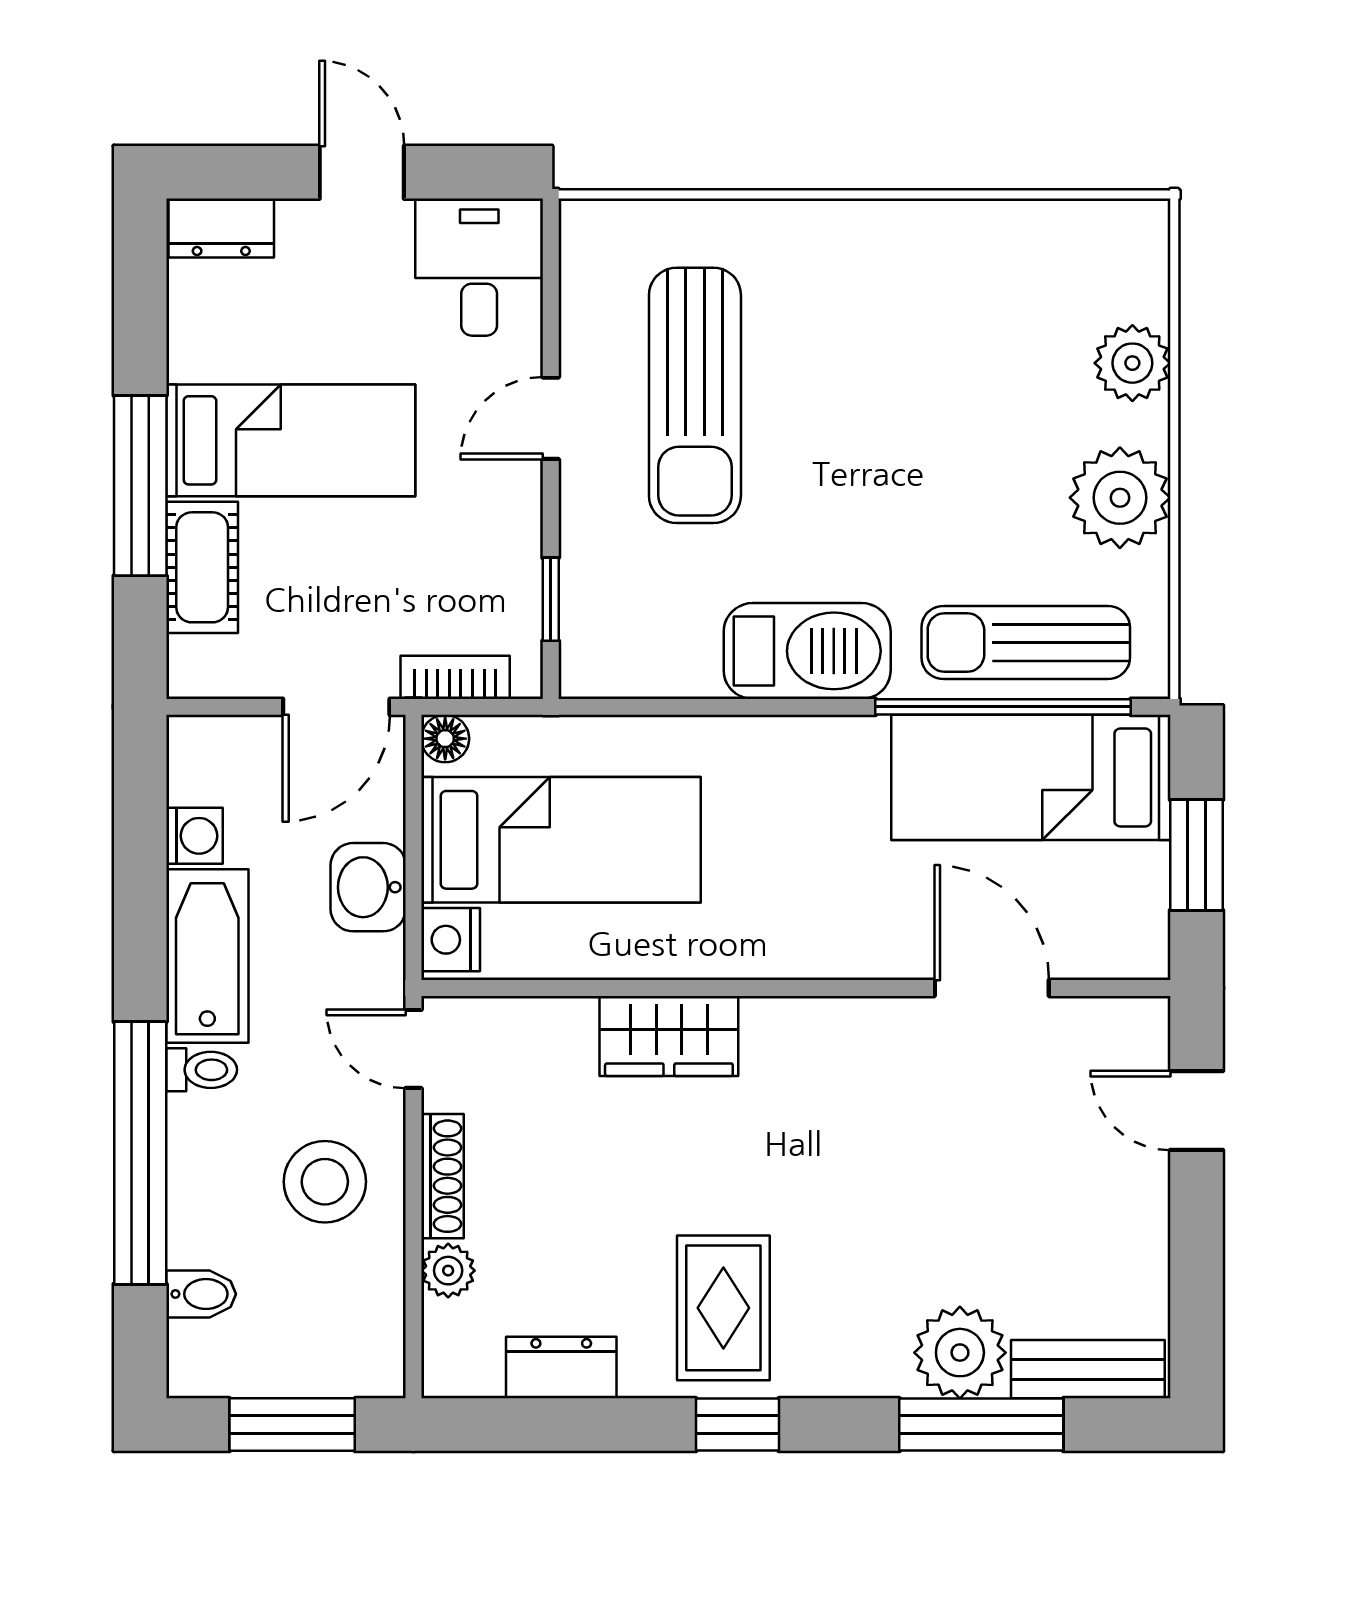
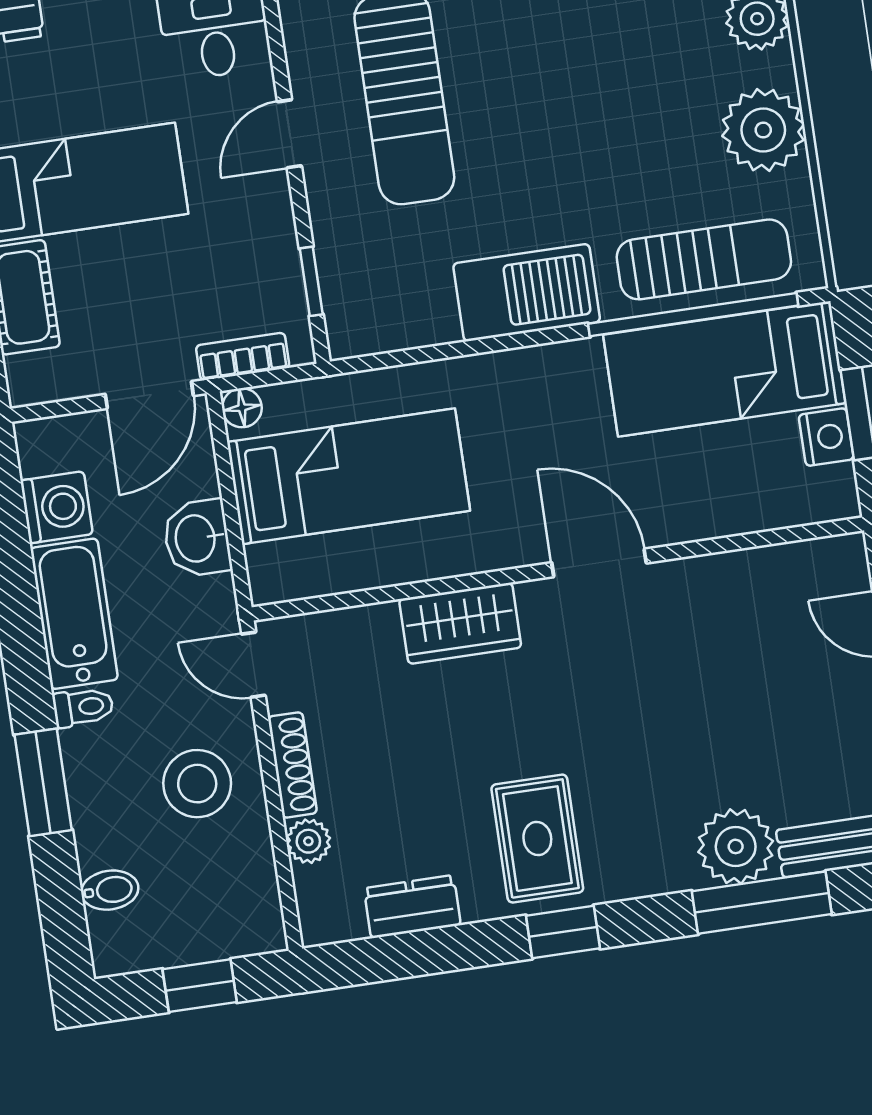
sun lounger: (1026, 642) -> (704, 259), turned 180
washing machine: (195, 836) -> (57, 507), width x1.38, depth x1.38
nightstand: (451, 940) -> (826, 437), moved, turned 180
door: (992, 988) -> (599, 563), moved
window: (140, 1153) -> (43, 782), width x0.47
window: (292, 1425) -> (200, 986), width x0.67

